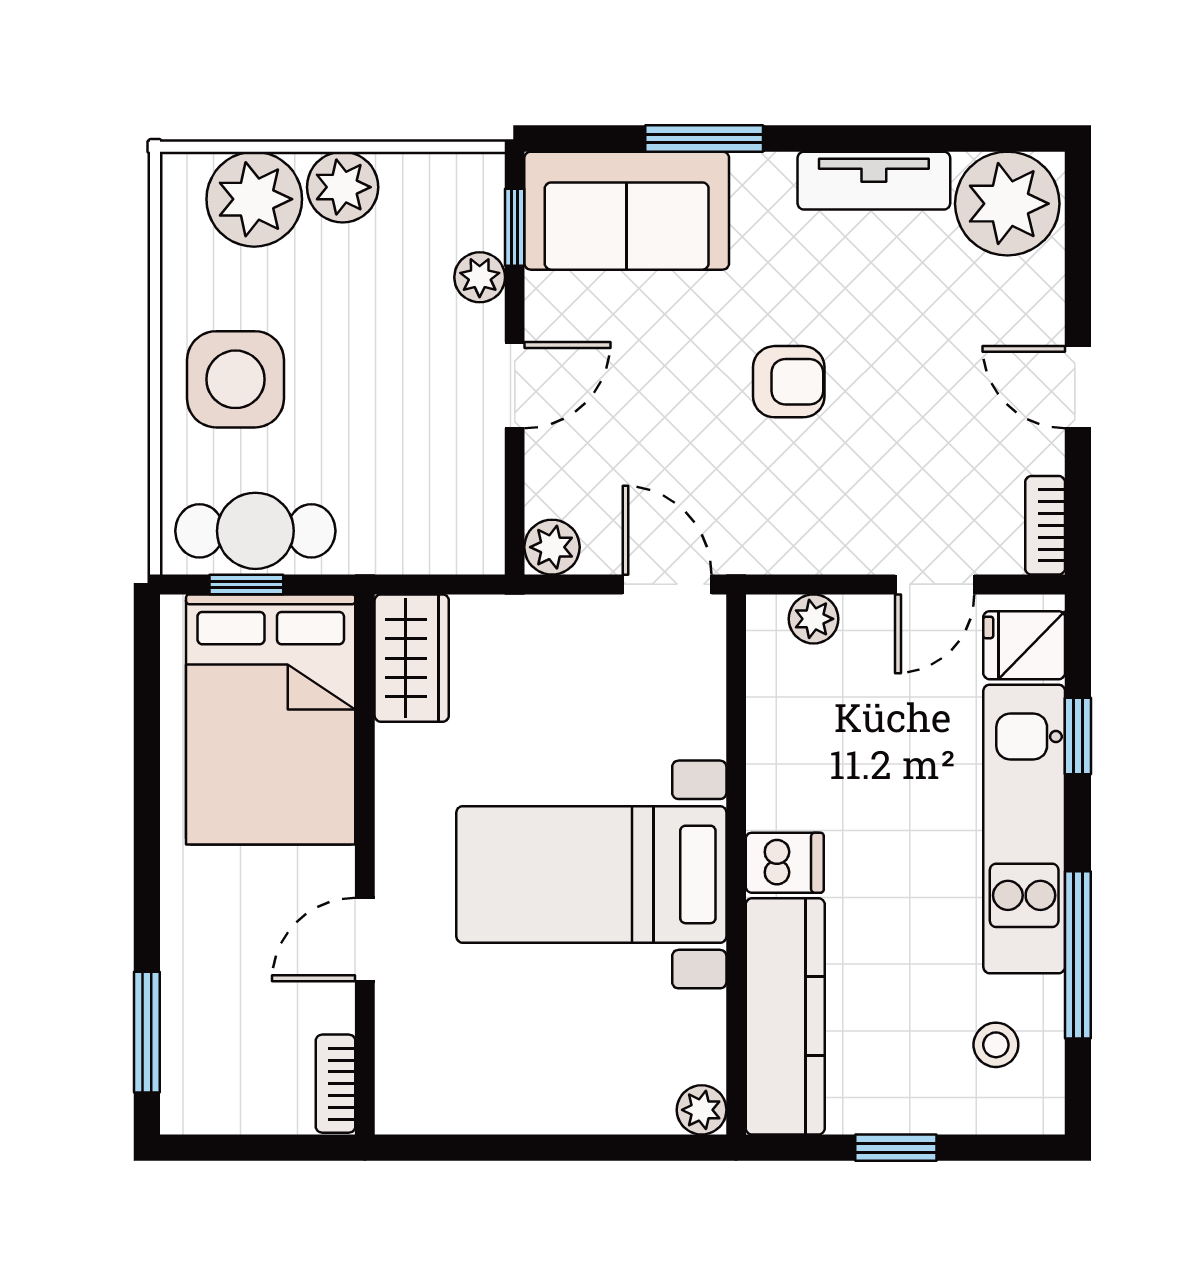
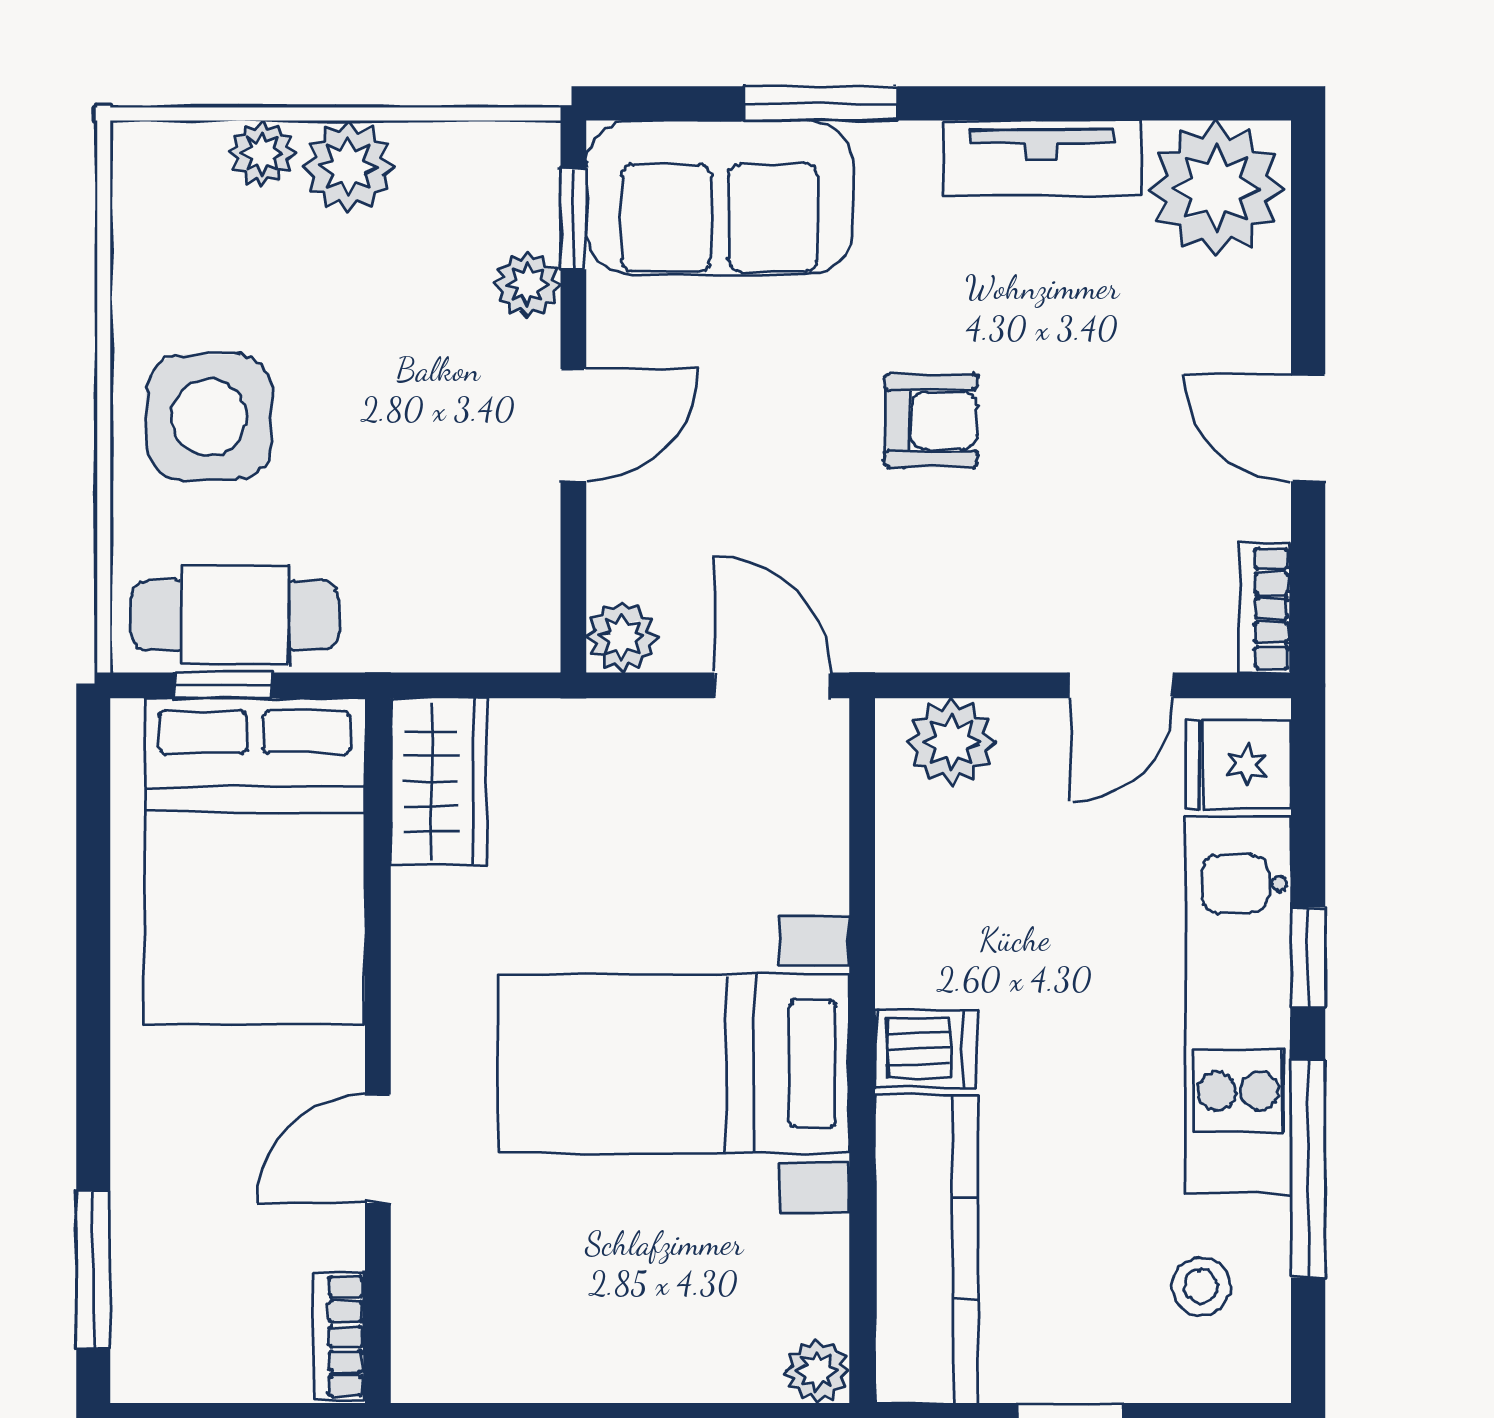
plant: (254, 199) -> (262, 153), width x0.53, depth x0.53
plant: (814, 619) -> (951, 742), width x1.38, depth x1.38
window: (1078, 736) -> (1308, 958), moved

